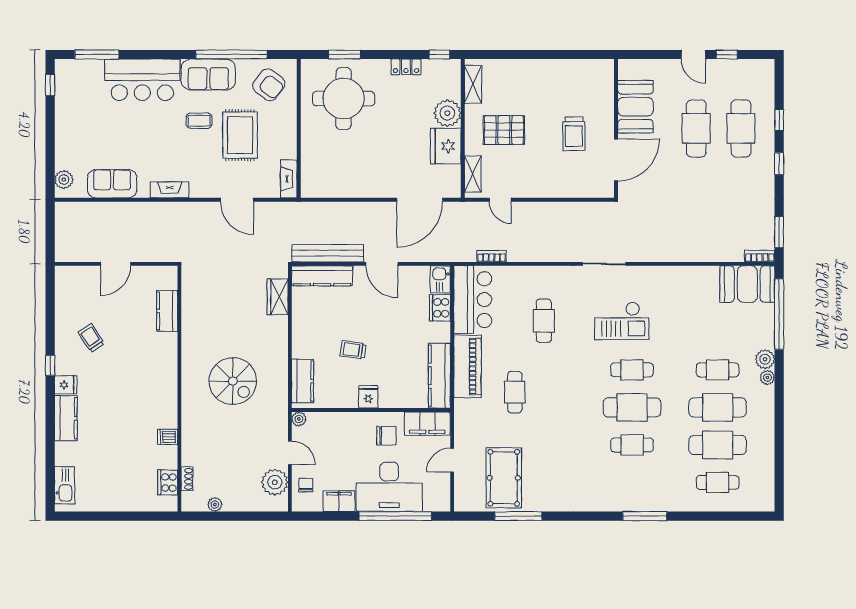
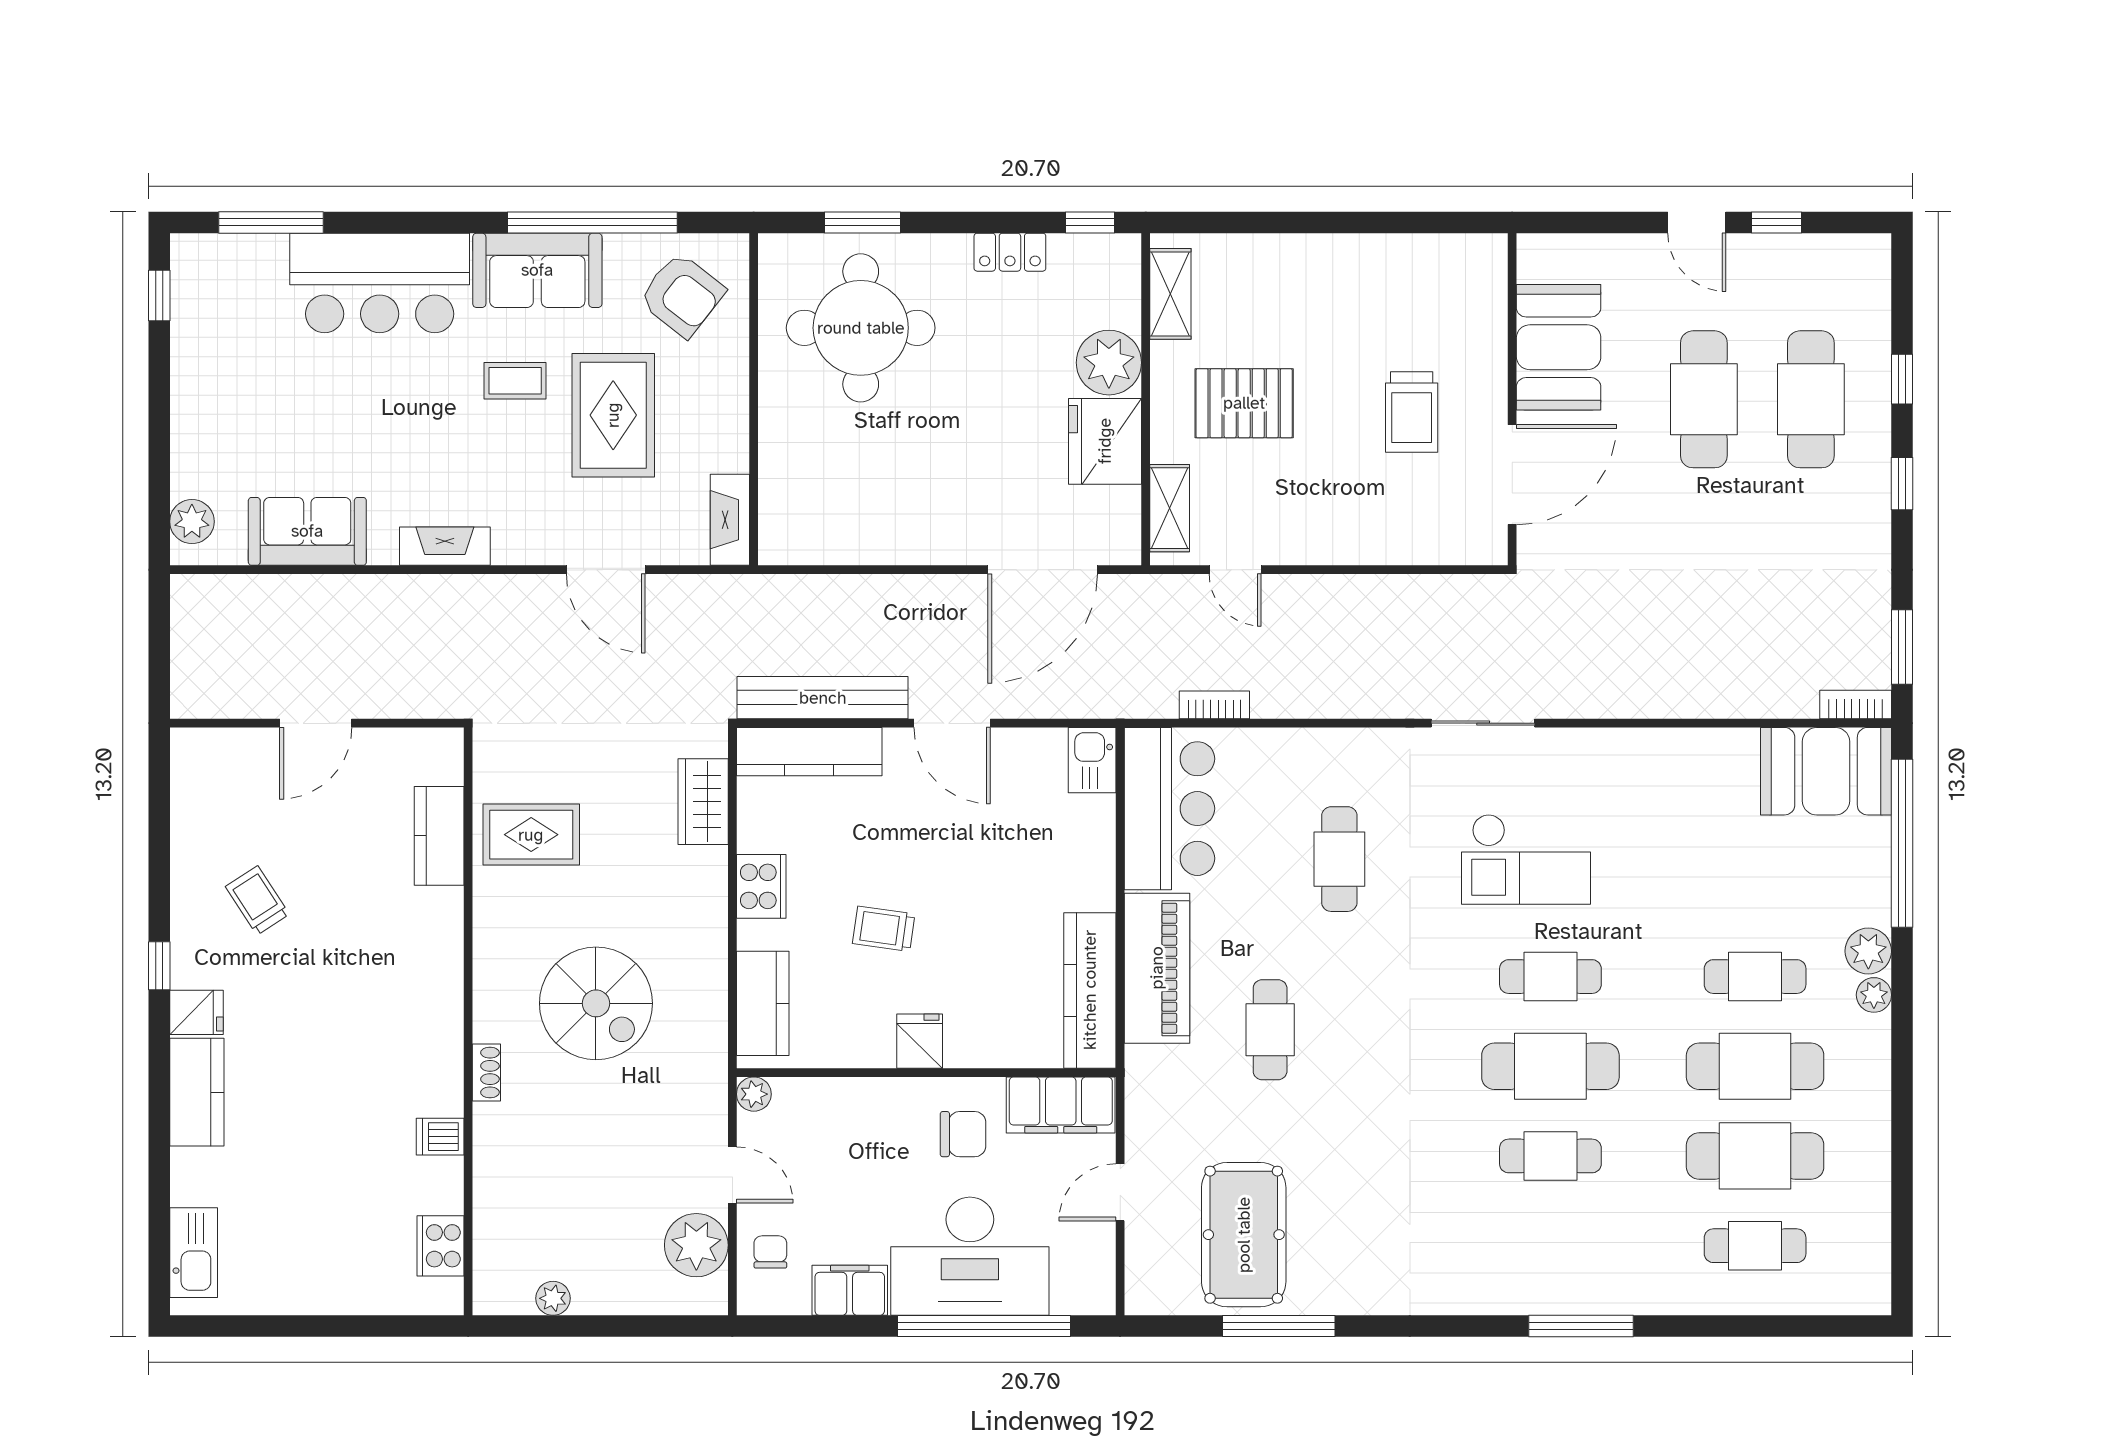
cooker: (440, 308) -> (761, 886), moved, turned 180
rug: (206, 310) -> (531, 835), added
shoe rack: (187, 479) -> (486, 1072), moved

